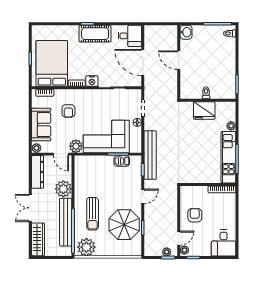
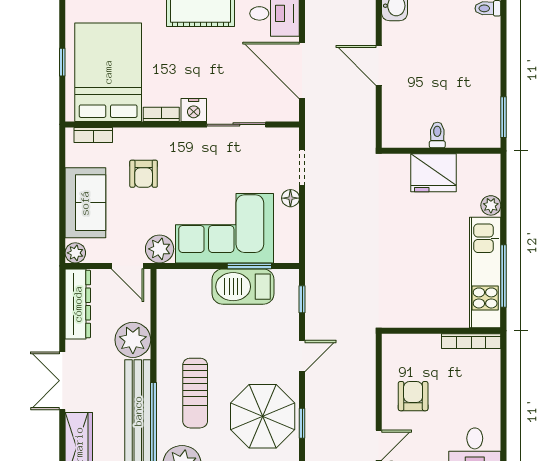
bench: (150, 155) -> (318, 268), removed
barbecue: (122, 161) -> (243, 287), width x1.88, depth x1.53

